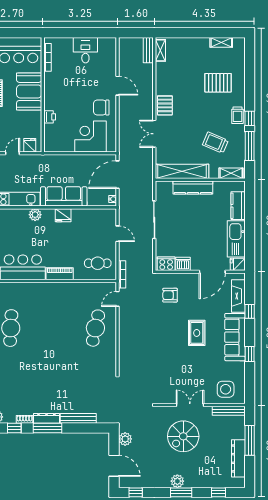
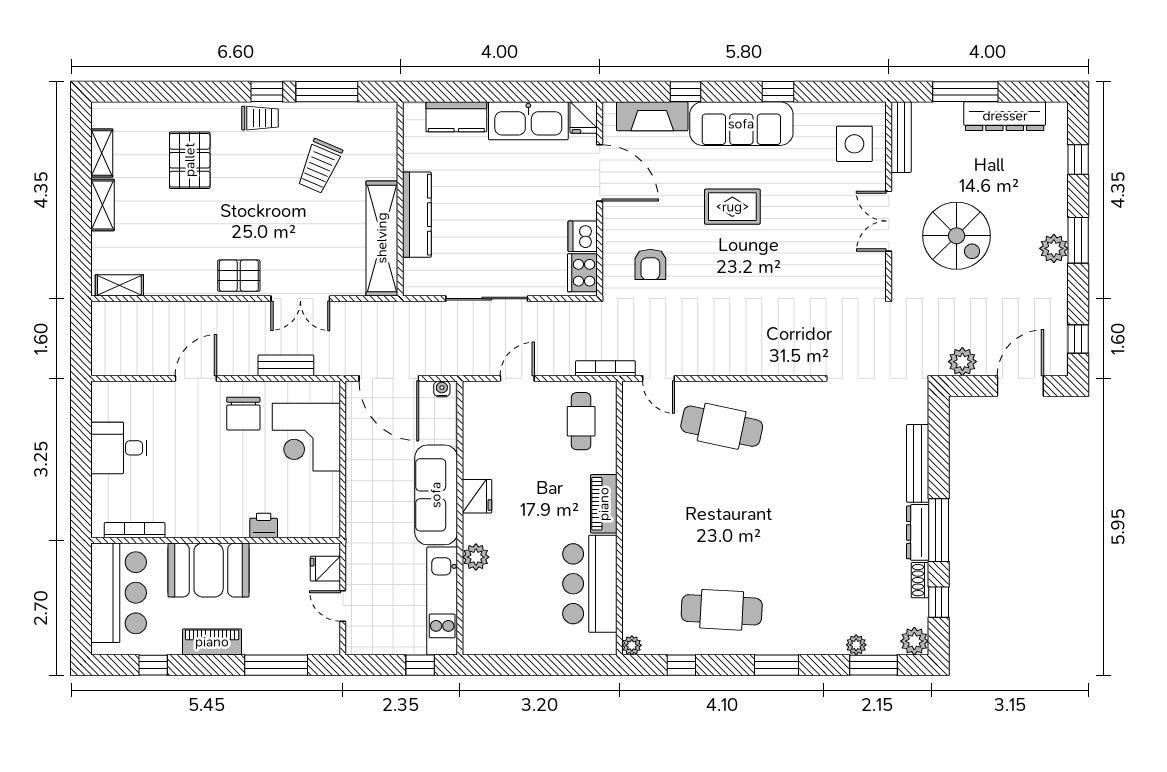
bench: (148, 50) -> (286, 365), moved
shelving: (231, 173) -> (103, 205), moved

